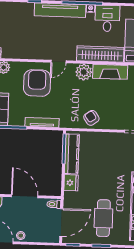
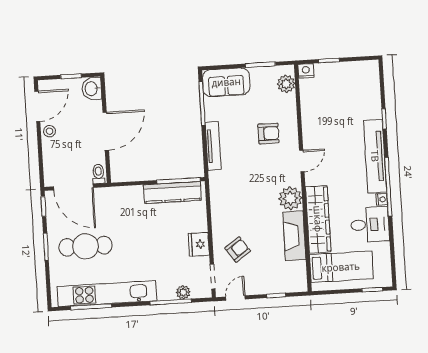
door: (59, 62) -> (302, 161), swing flipped
armchair: (37, 83) -> (268, 133), width x0.53, depth x0.53
armchair: (91, 118) -> (238, 249), moved
fridge: (71, 183) -> (199, 244), moved, turned 90

